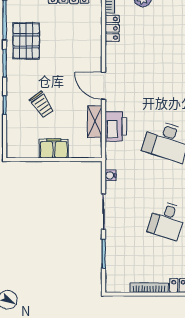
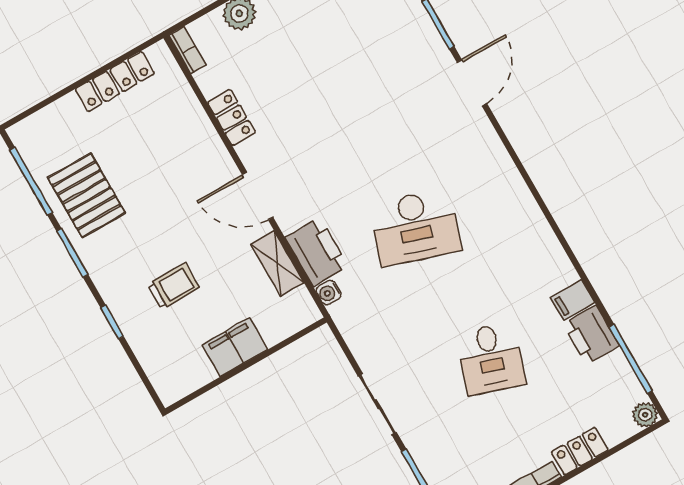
locker: (112, 28) -> (231, 118), moved
trolley: (42, 105) -> (174, 286), turned -55
water cooler: (111, 175) -> (329, 293), moved

